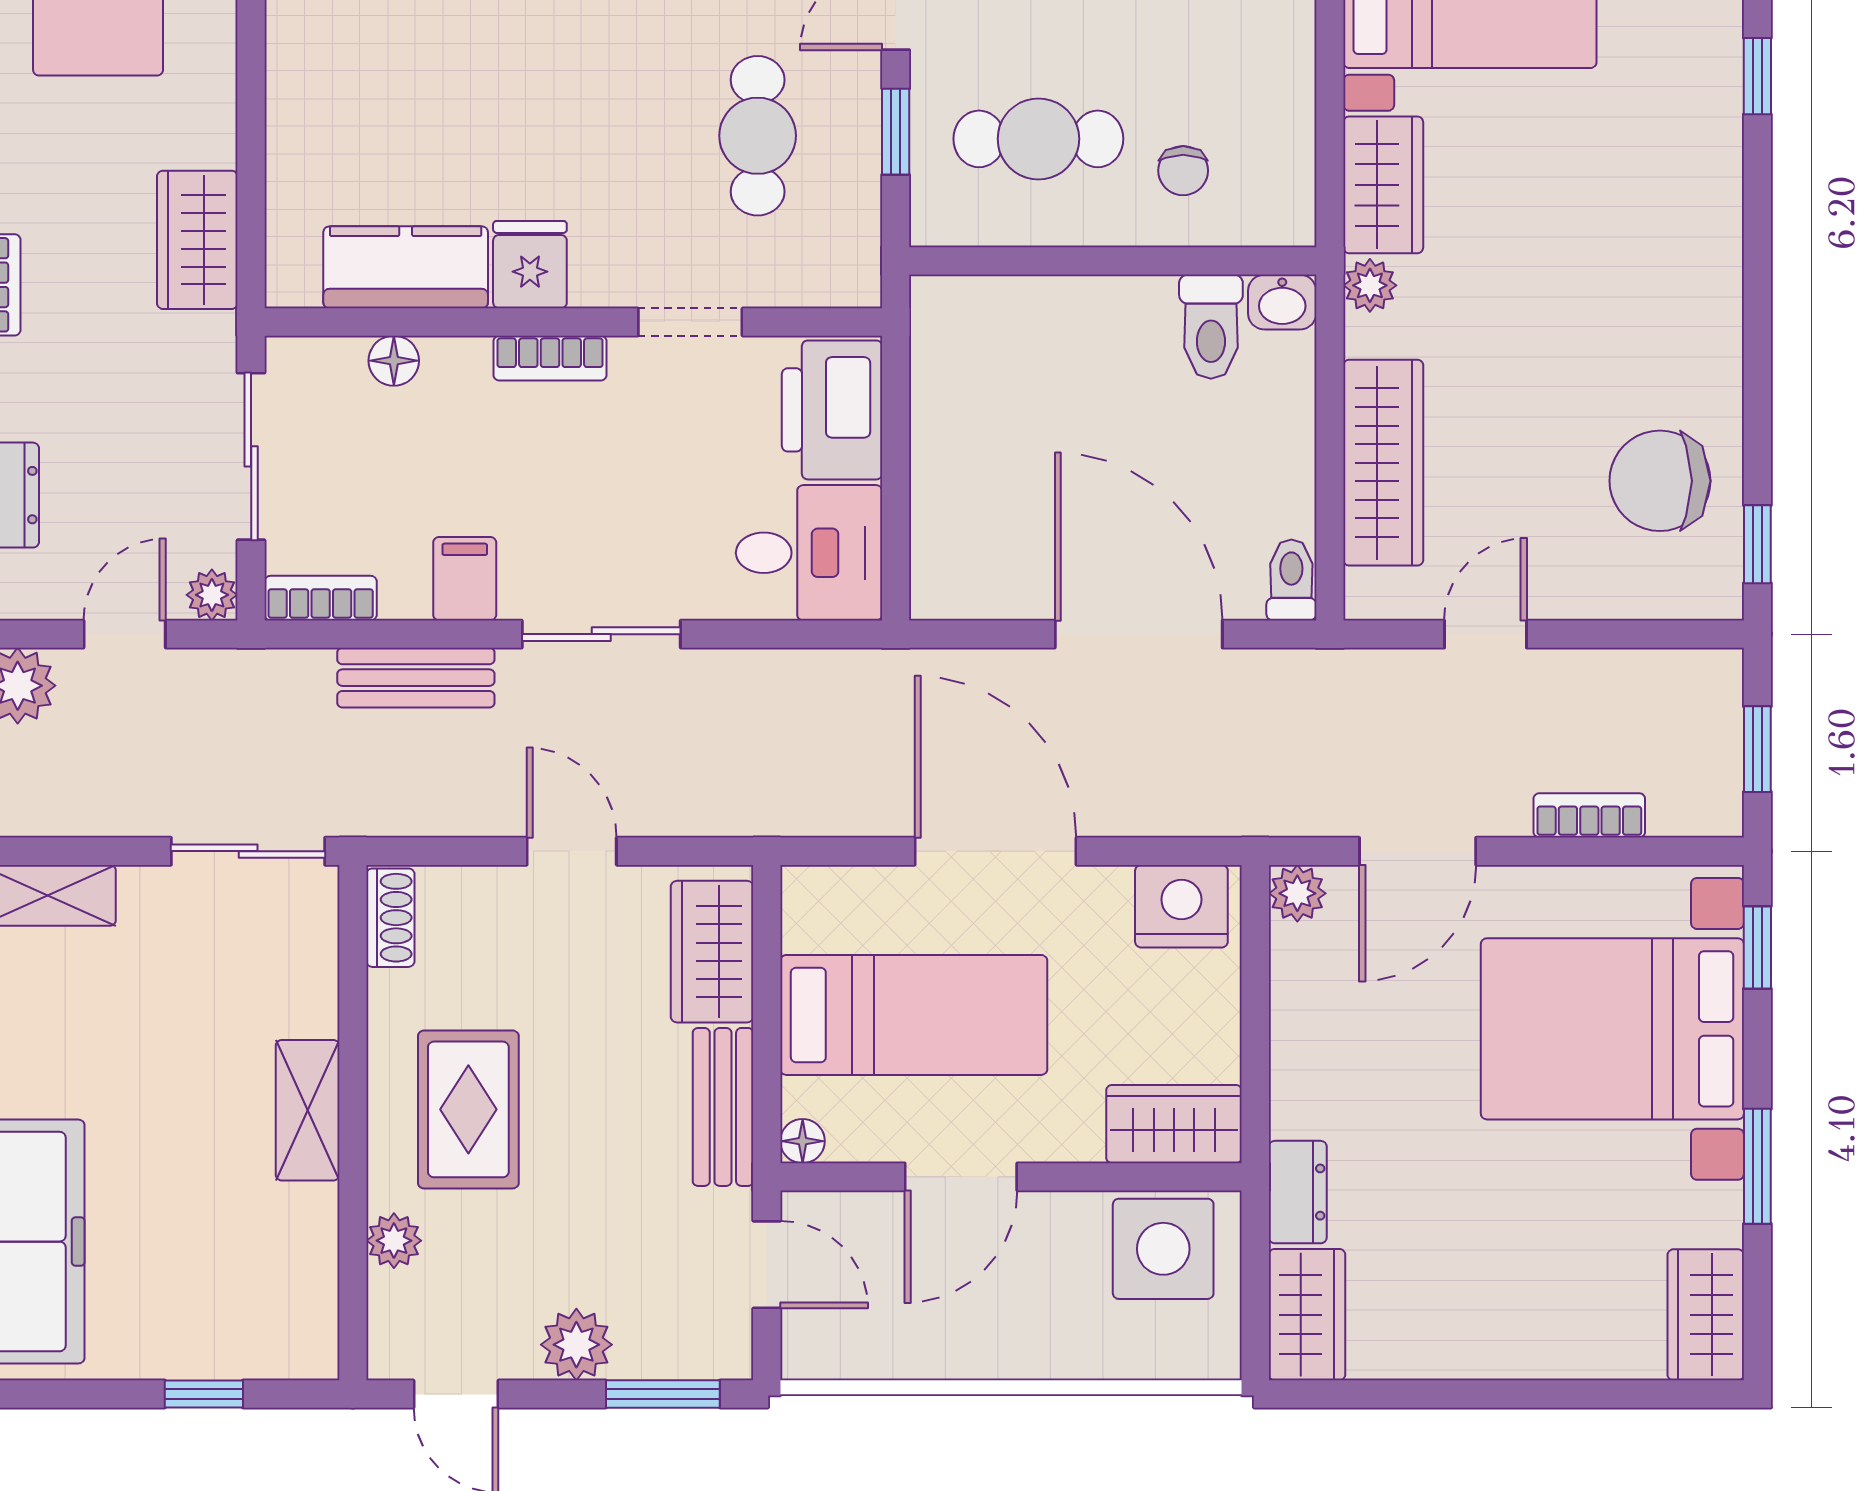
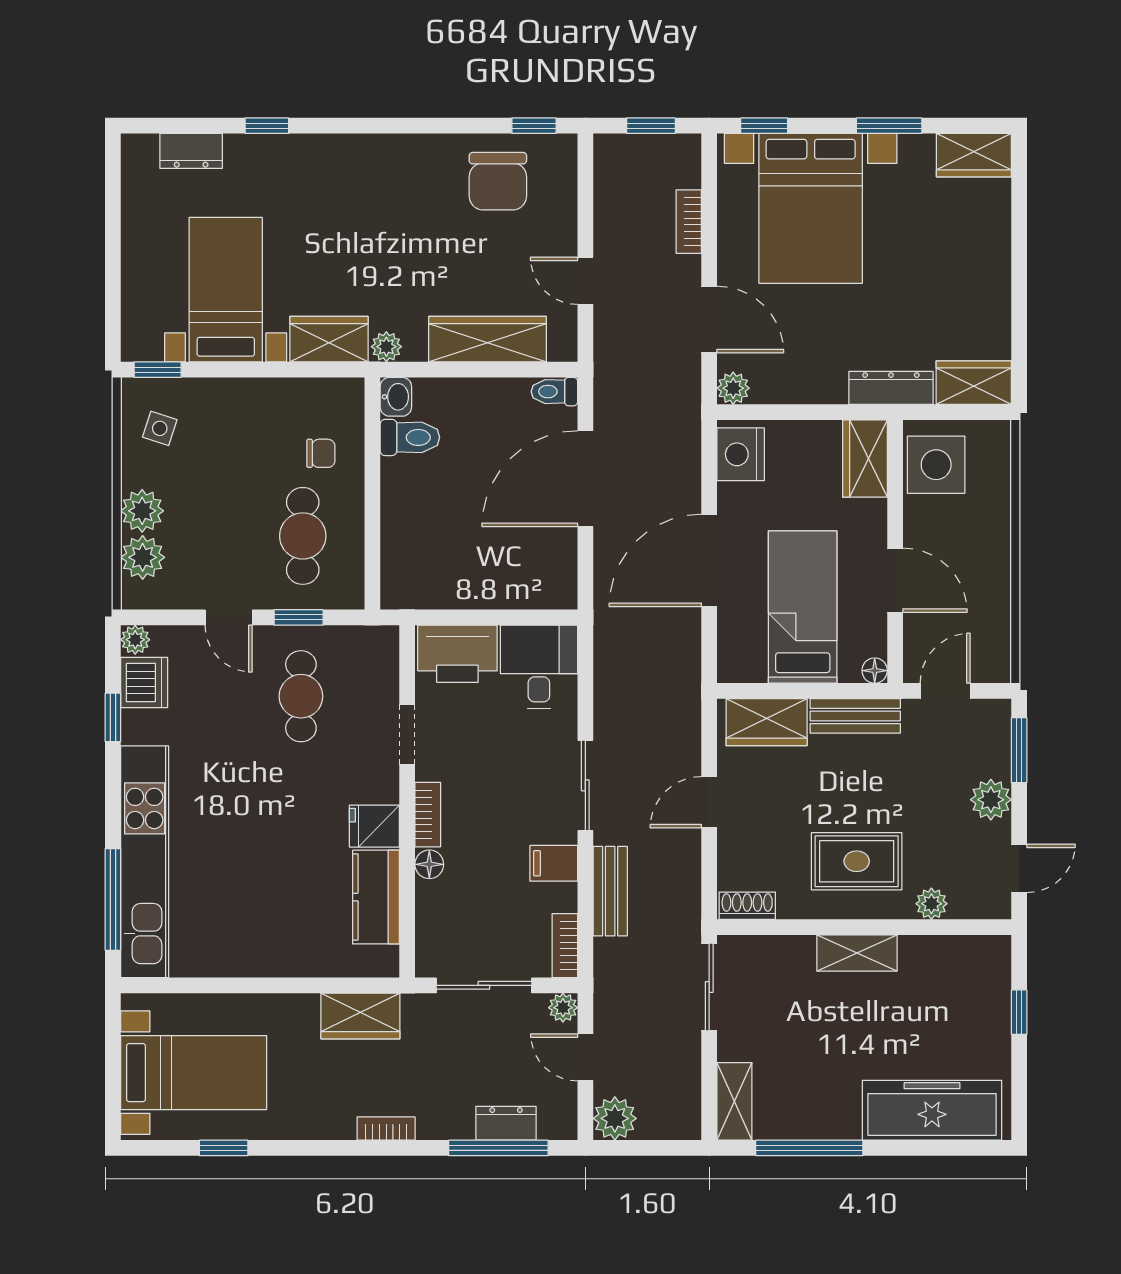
cafe table: (758, 136) -> (301, 696), turned 90
floor lamp: (394, 361) -> (429, 864), moved
dresser: (1298, 1192) -> (891, 388), width x1.44

